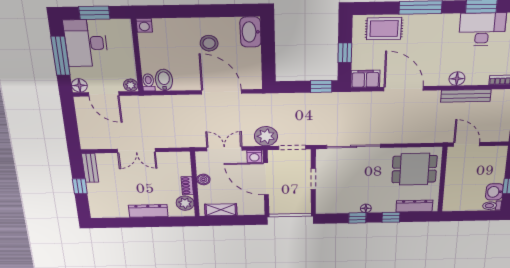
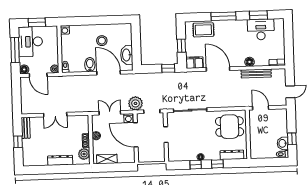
washbasin: (251, 32) -> (127, 55), moved
bidet: (164, 80) -> (90, 65), moved

